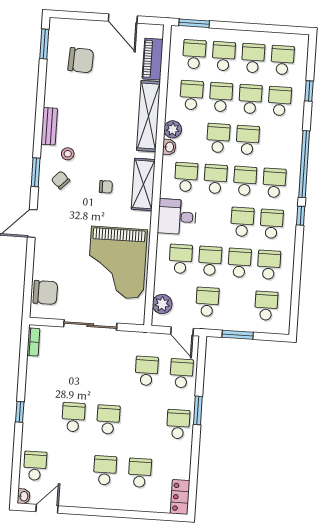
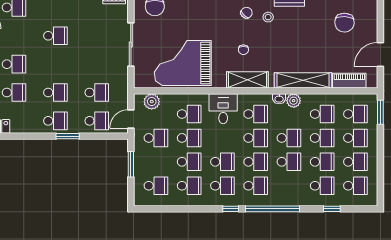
school desk: (108, 420) -> (55, 93), moved

